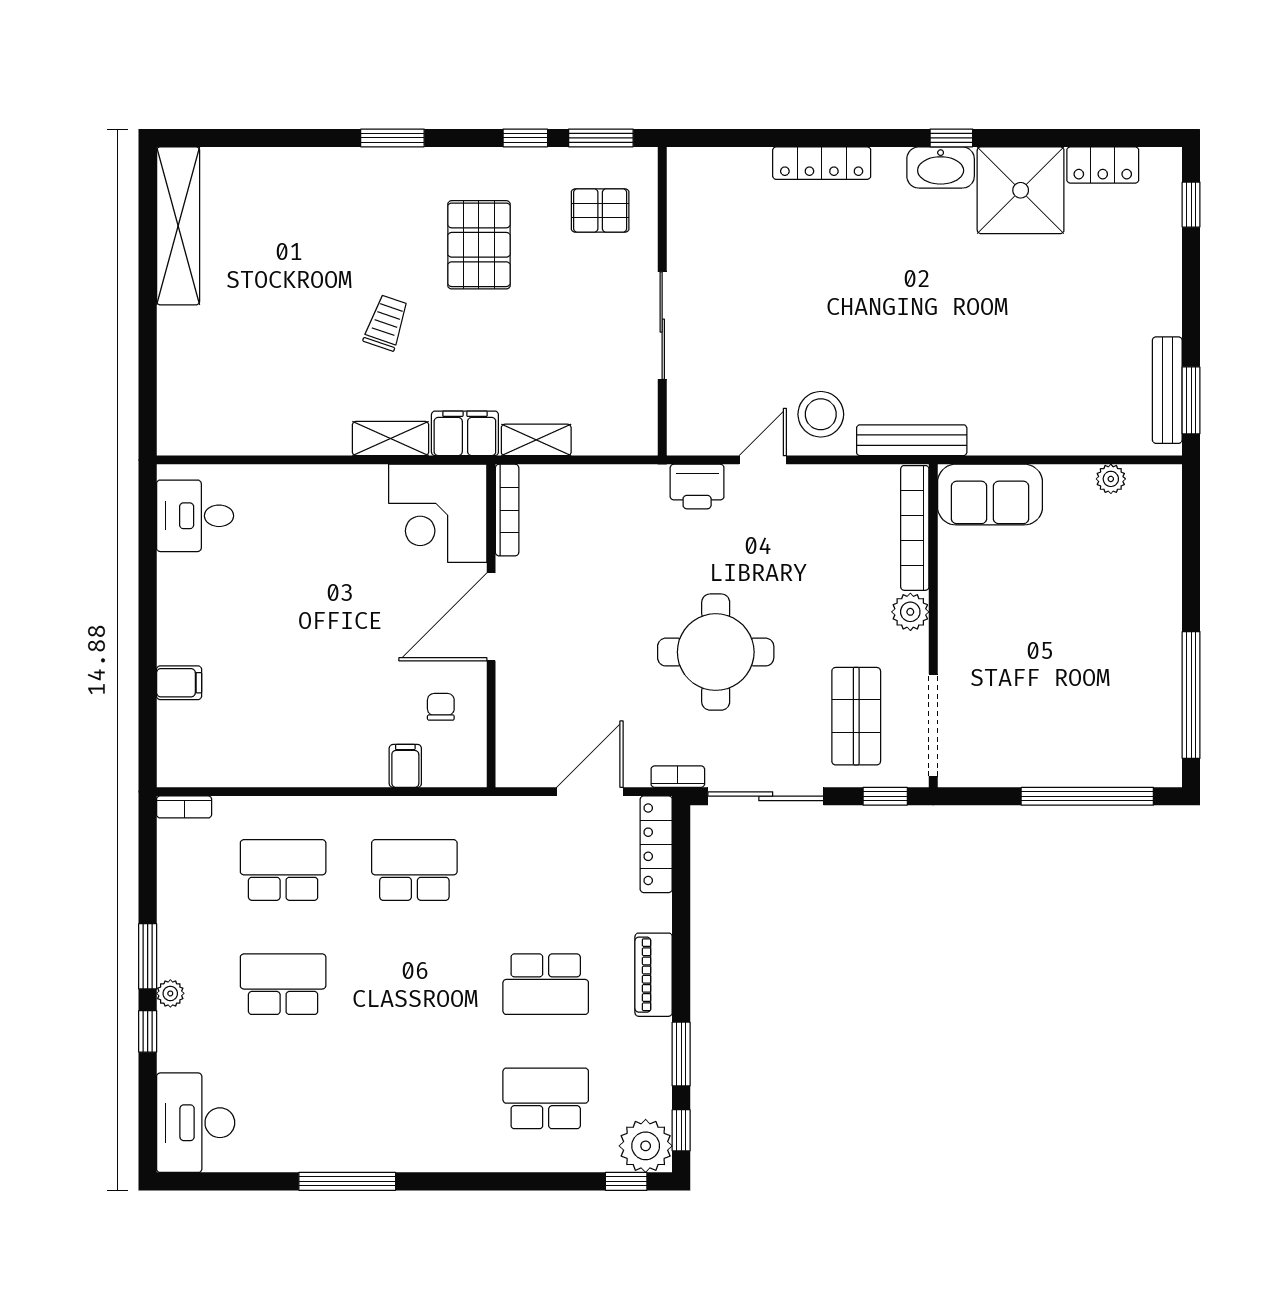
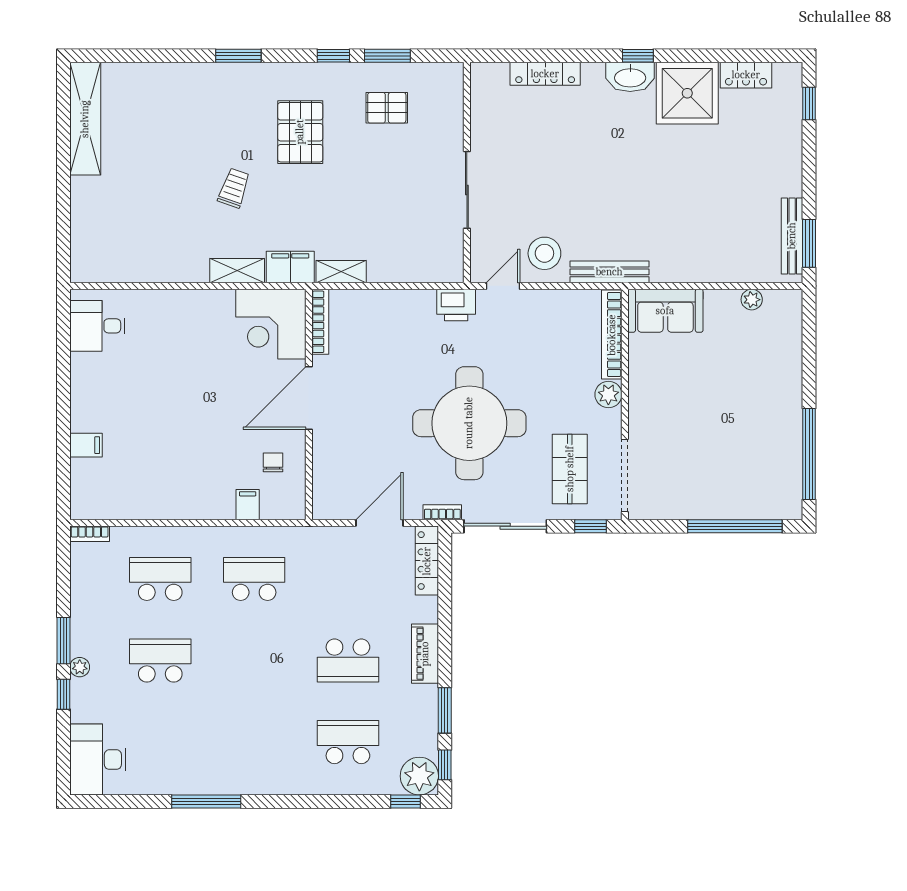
wall: (662, 301) -> (467, 173), moved
sliding door: (662, 326) -> (467, 190), moved
round table: (716, 652) -> (469, 423), width x1.36, depth x1.36

